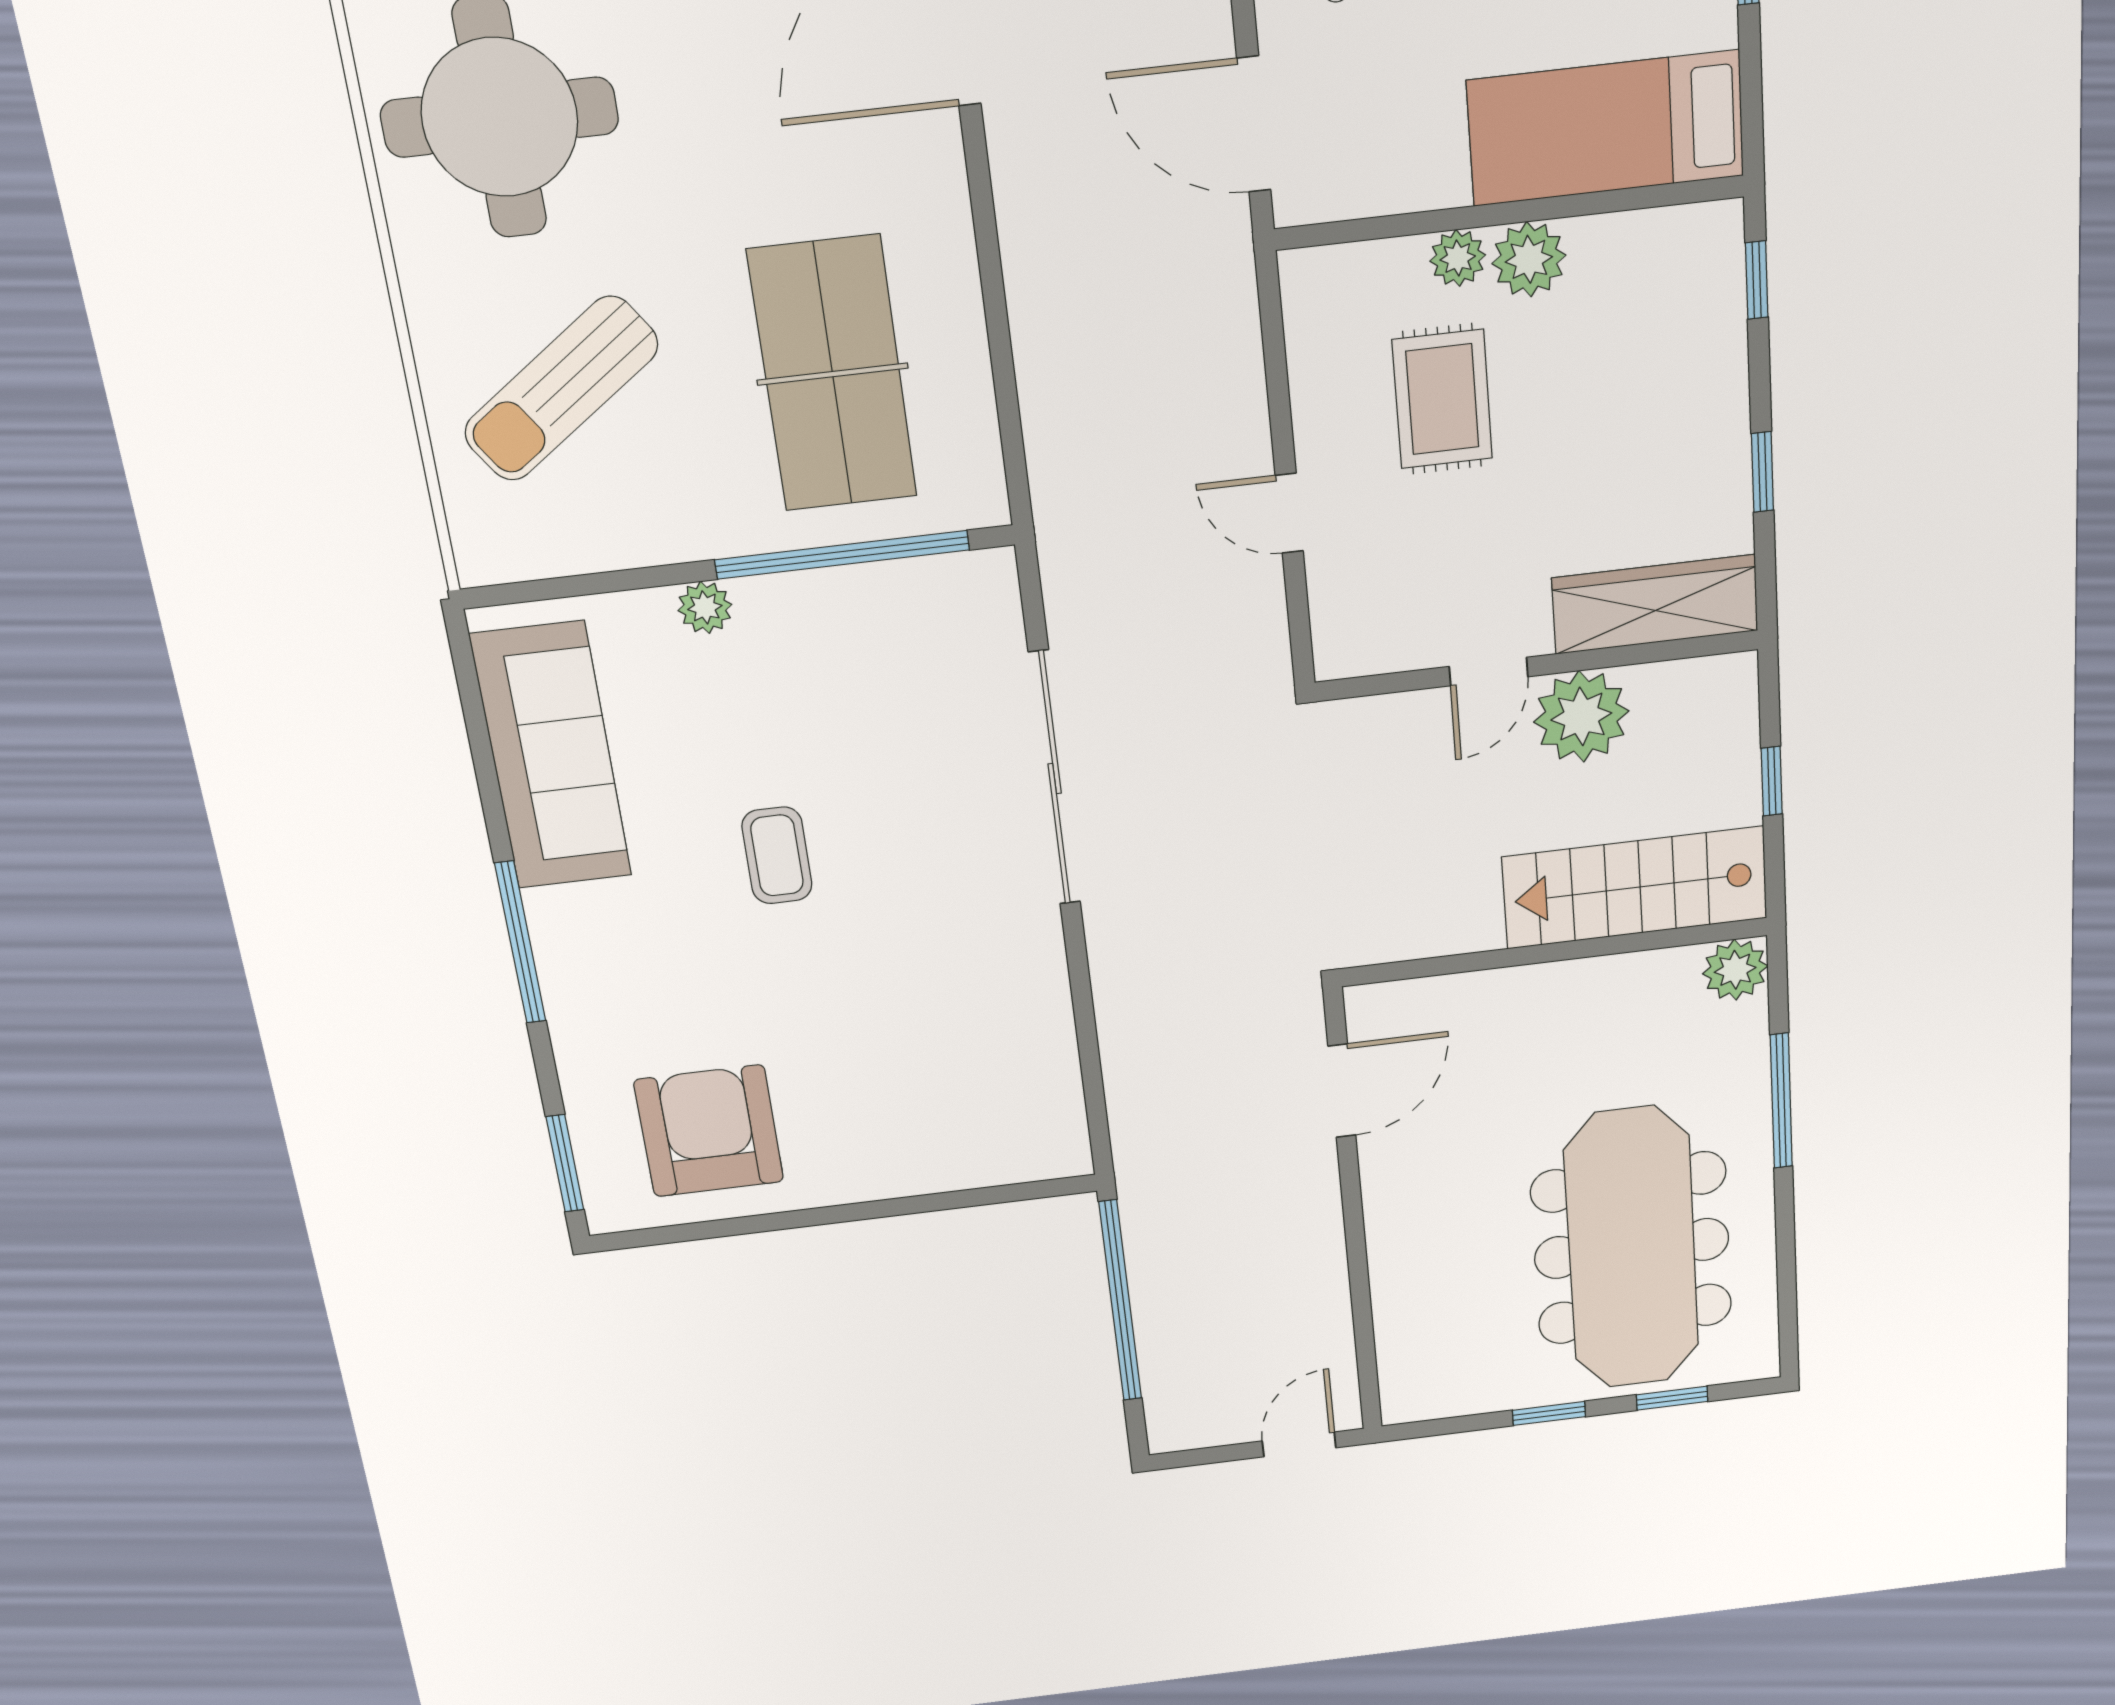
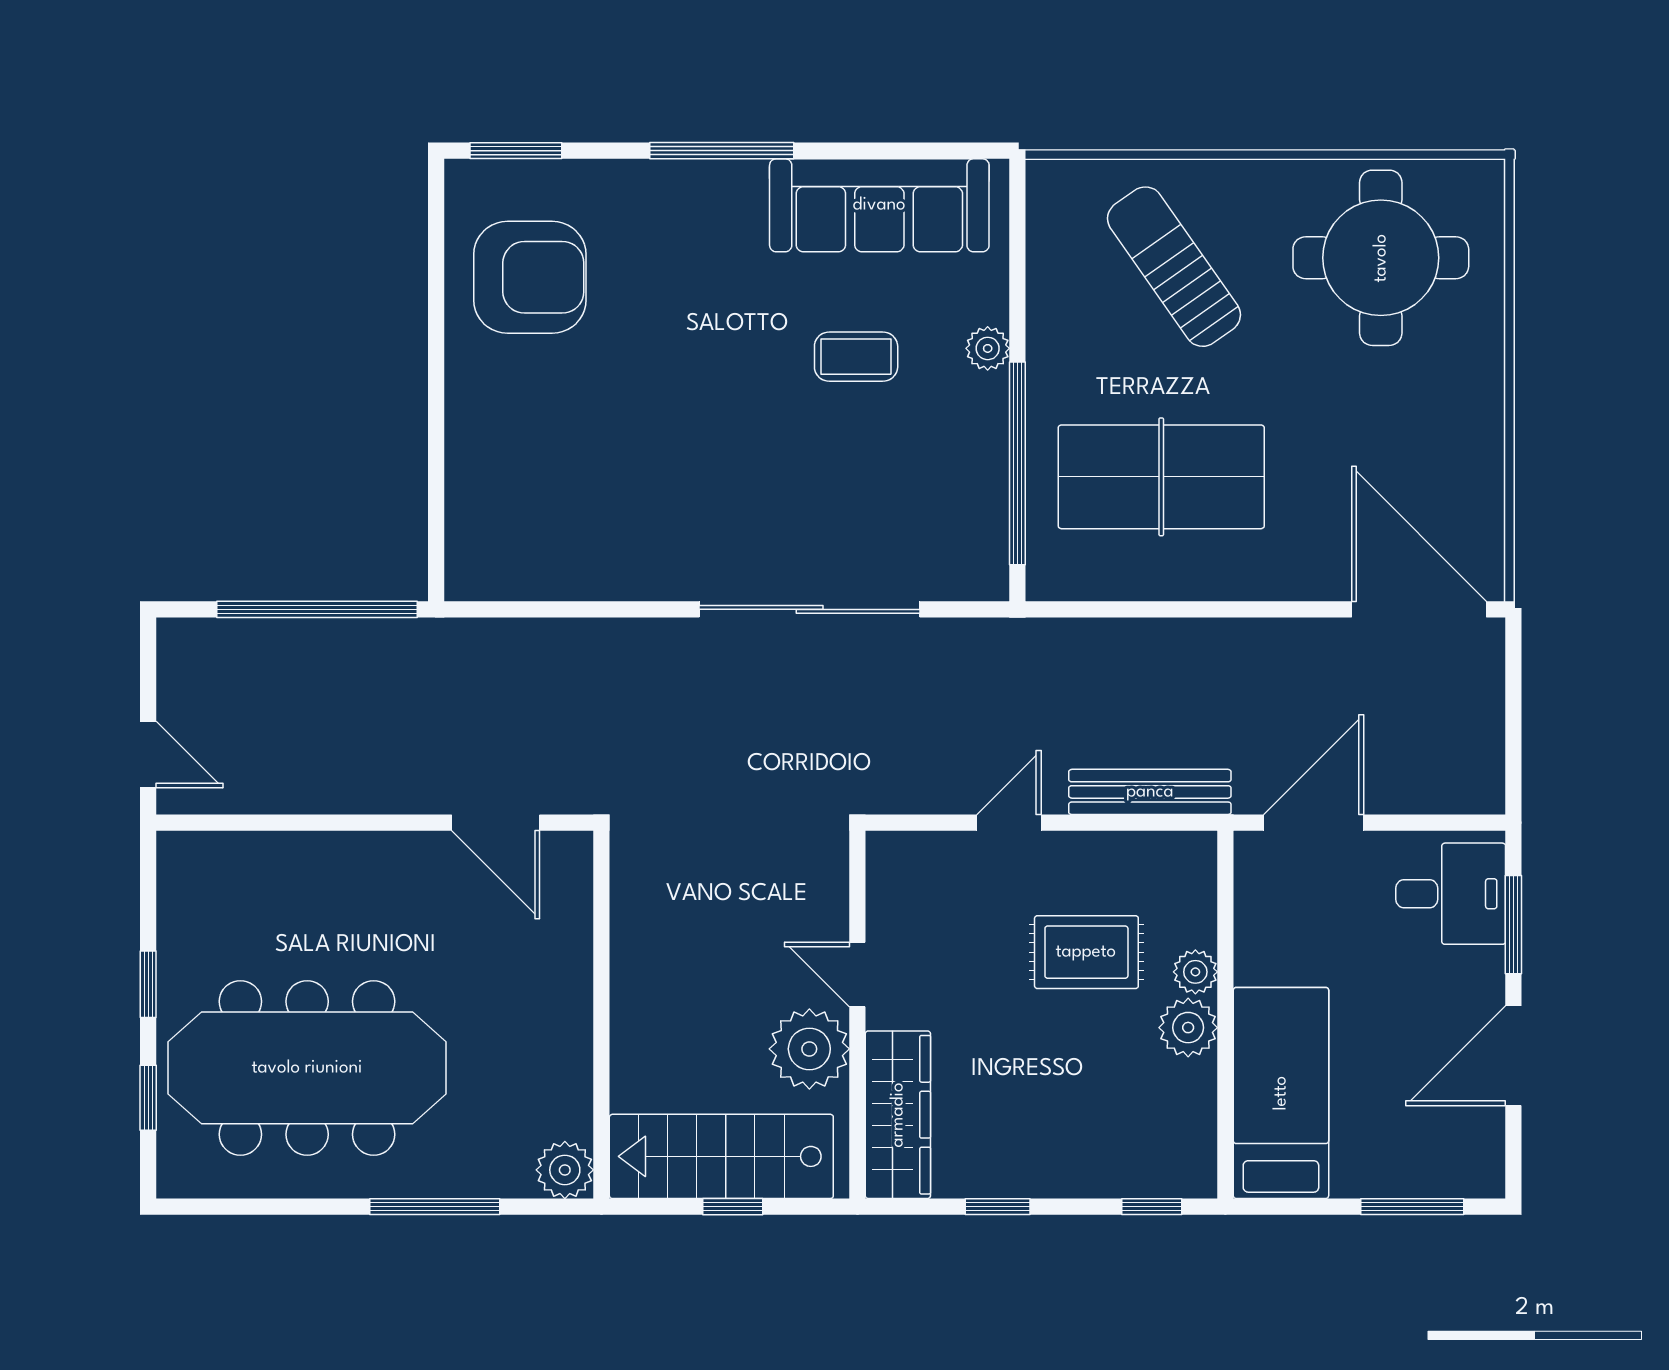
bench: (1234, 343) -> (1150, 792), added
coffee table: (777, 855) -> (856, 357), moved
stairs: (1635, 888) -> (721, 1156), moved, turned -90

